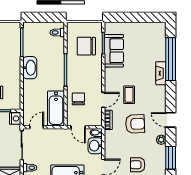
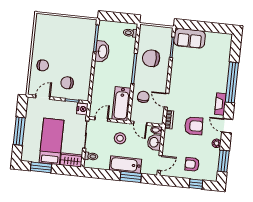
chair: (86, 46) -> (151, 58), moved
sofa: (114, 51) -> (190, 38), moved, turned 90
window: (171, 59) -> (232, 82), moved
washbasin: (30, 68) -> (102, 51), moved
fireplace: (161, 73) -> (220, 104), moved
coffee table: (129, 95) -> (191, 98), removed
door: (103, 100) -> (166, 100), swing flipped
stool: (58, 145) -> (120, 138), added

